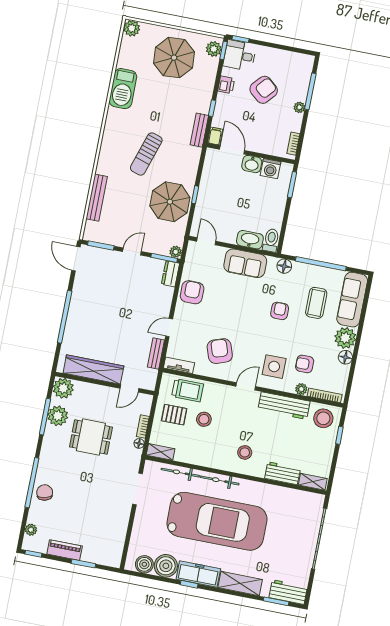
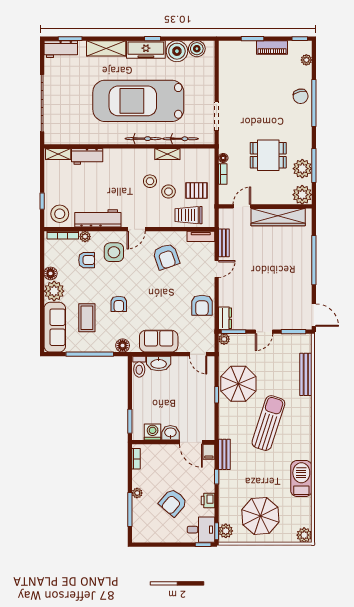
sun lounger: (146, 154) -> (268, 423), width x1.36, depth x1.34
shelving: (161, 452) -> (167, 154), moved
stool: (245, 452) -> (150, 181), moved

